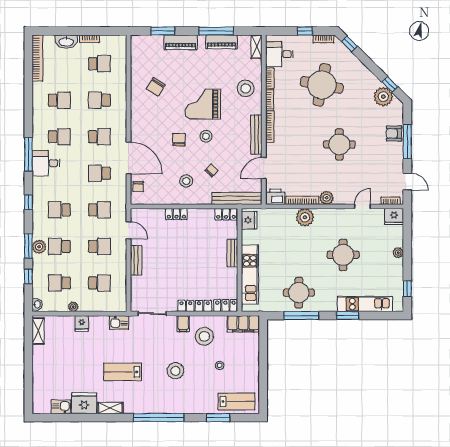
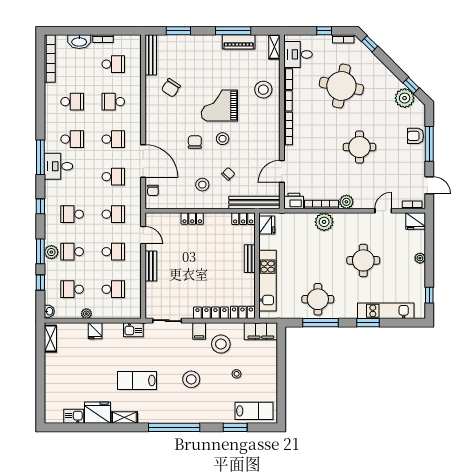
piano: (181, 42) -> (197, 42), removed
bench: (256, 135) -> (151, 55), moved
school desk: (99, 173) -> (113, 177), turned 180

